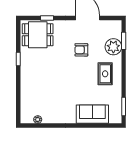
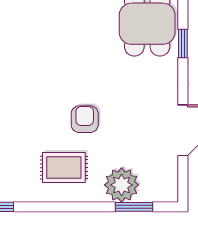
armchair: (81, 50) -> (85, 119), moved

